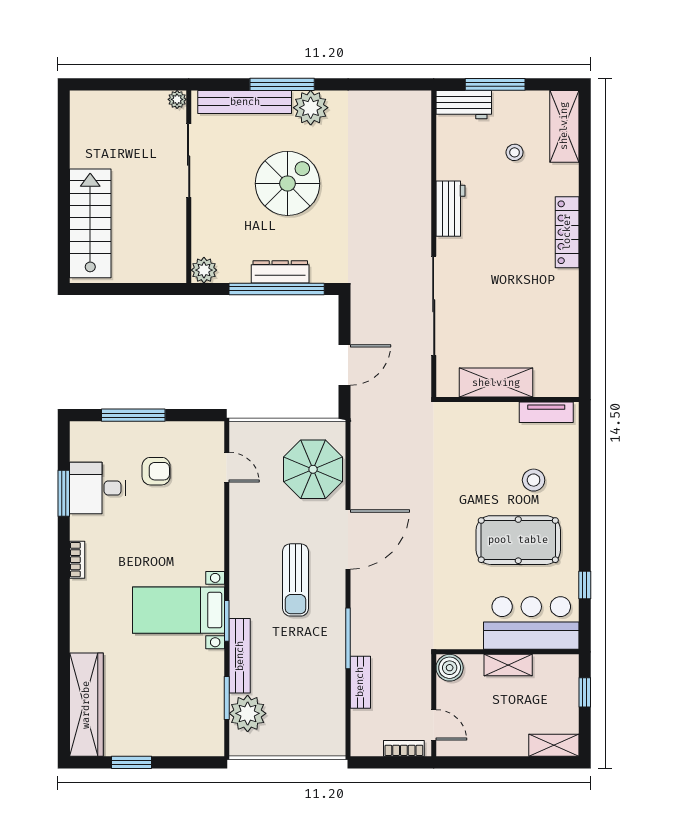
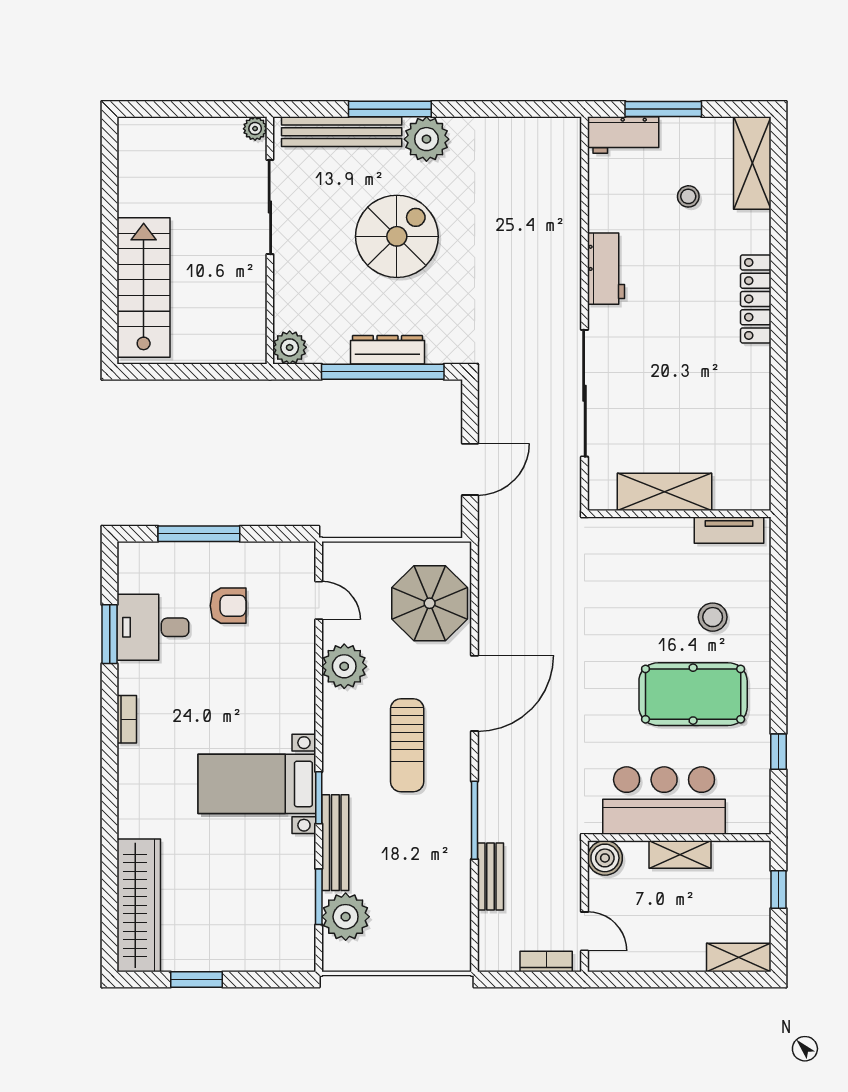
plant: (247, 518) -> (344, 666), added
bar counter: (531, 623) -> (664, 801), moved

